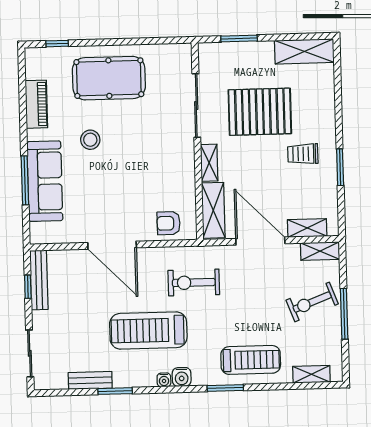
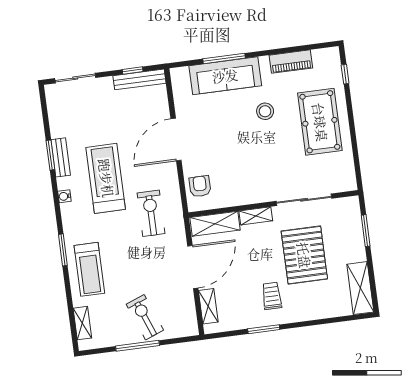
shelving: (320, 251) -> (189, 319), removed
water cooler: (182, 377) -> (69, 211), removed
bench: (90, 380) -> (61, 157), moved

